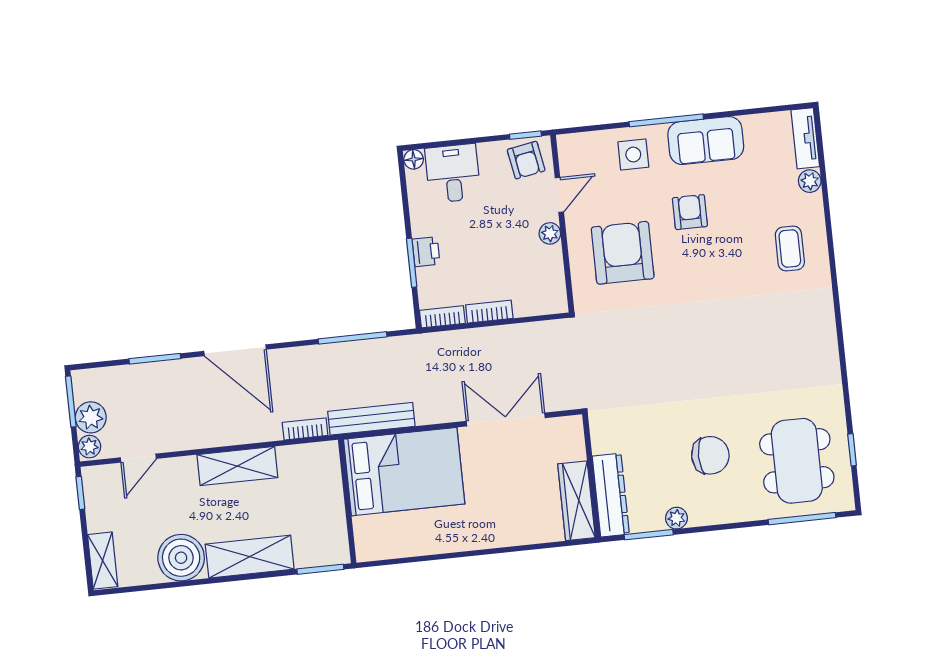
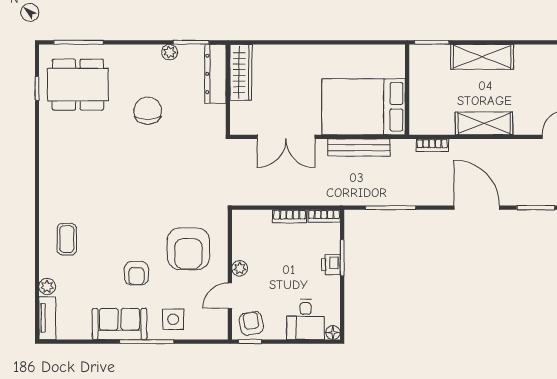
bench: (371, 419) -> (359, 147), moved
chair: (710, 455) -> (148, 111), moved, turned 90
dining table: (797, 461) -> (78, 85), turned 90
boiler: (181, 558) -> (532, 61), removed

